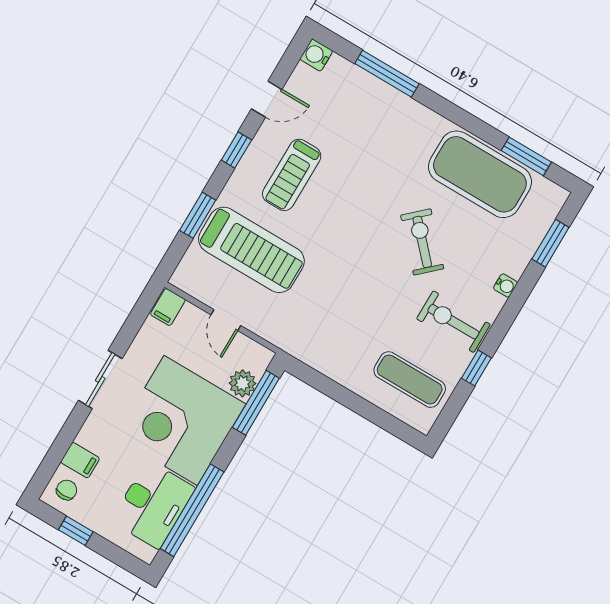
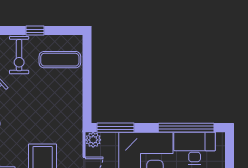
exercise mat: (410, 380) -> (60, 60), turned 90
plant: (242, 383) -> (93, 140), moved

